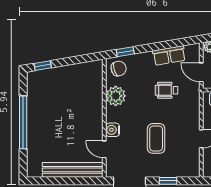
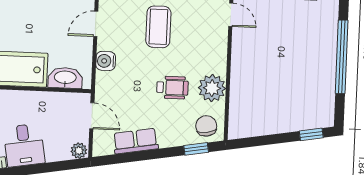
chair: (119, 69) -> (206, 126), turned 98
wheelchair: (167, 90) -> (172, 88), moved
water cooler: (113, 130) -> (106, 61), moved, turned 180

